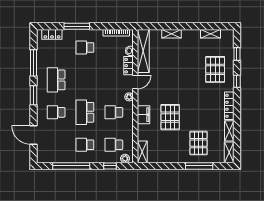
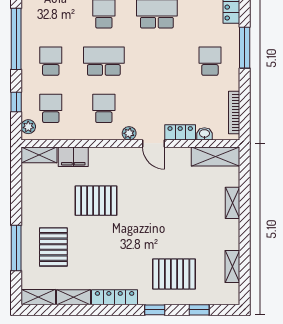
shelving: (143, 51) -> (215, 156), width x0.68
filing cabinet: (143, 115) -> (73, 157), moved
pallet: (199, 143) -> (53, 247), turned 90

